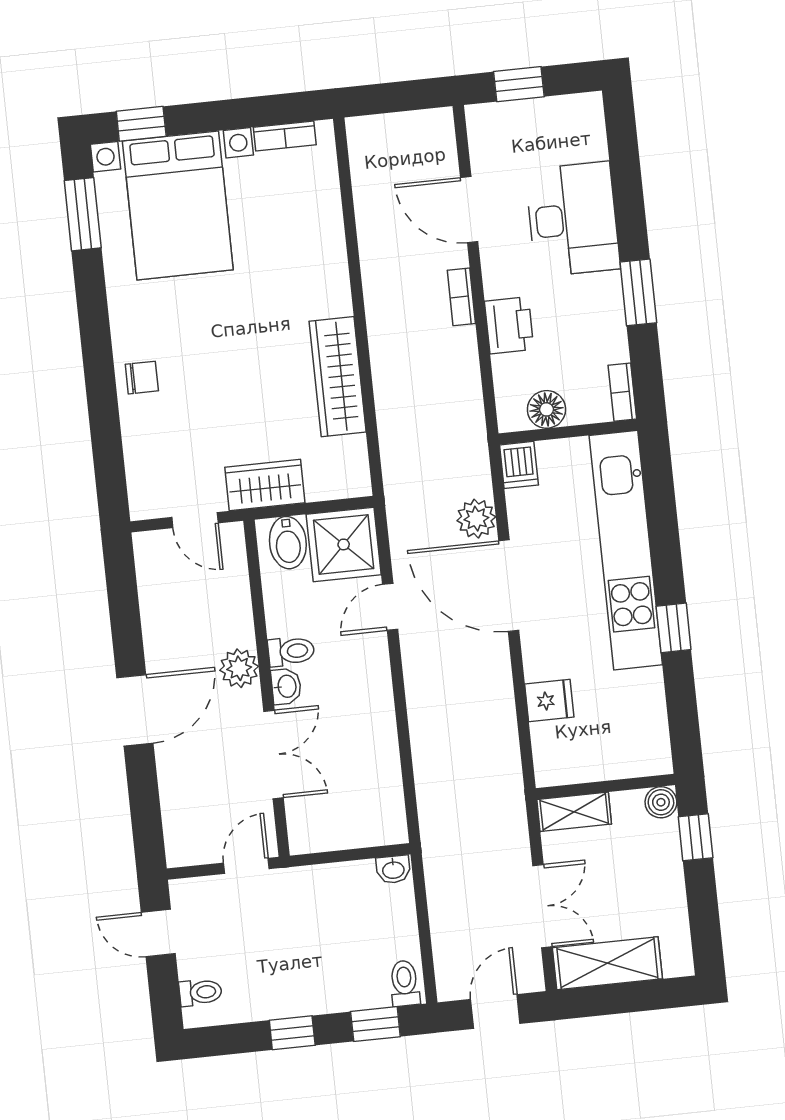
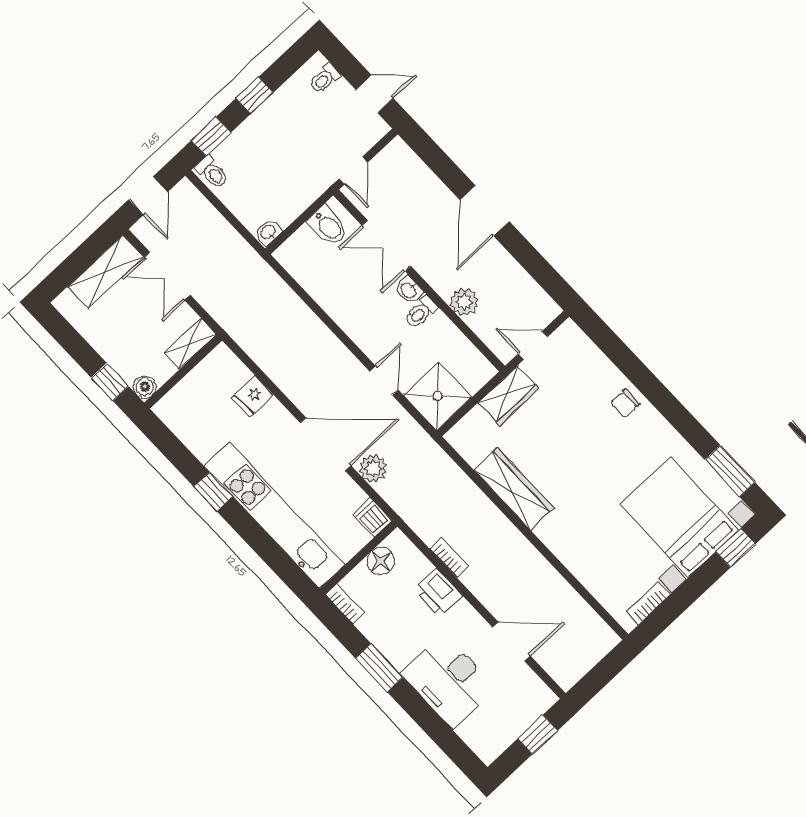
bookcase: (461, 297) -> (449, 557), moved
bidet: (288, 543) -> (328, 226), moved, turned 180
plant: (239, 668) -> (464, 302), moved

